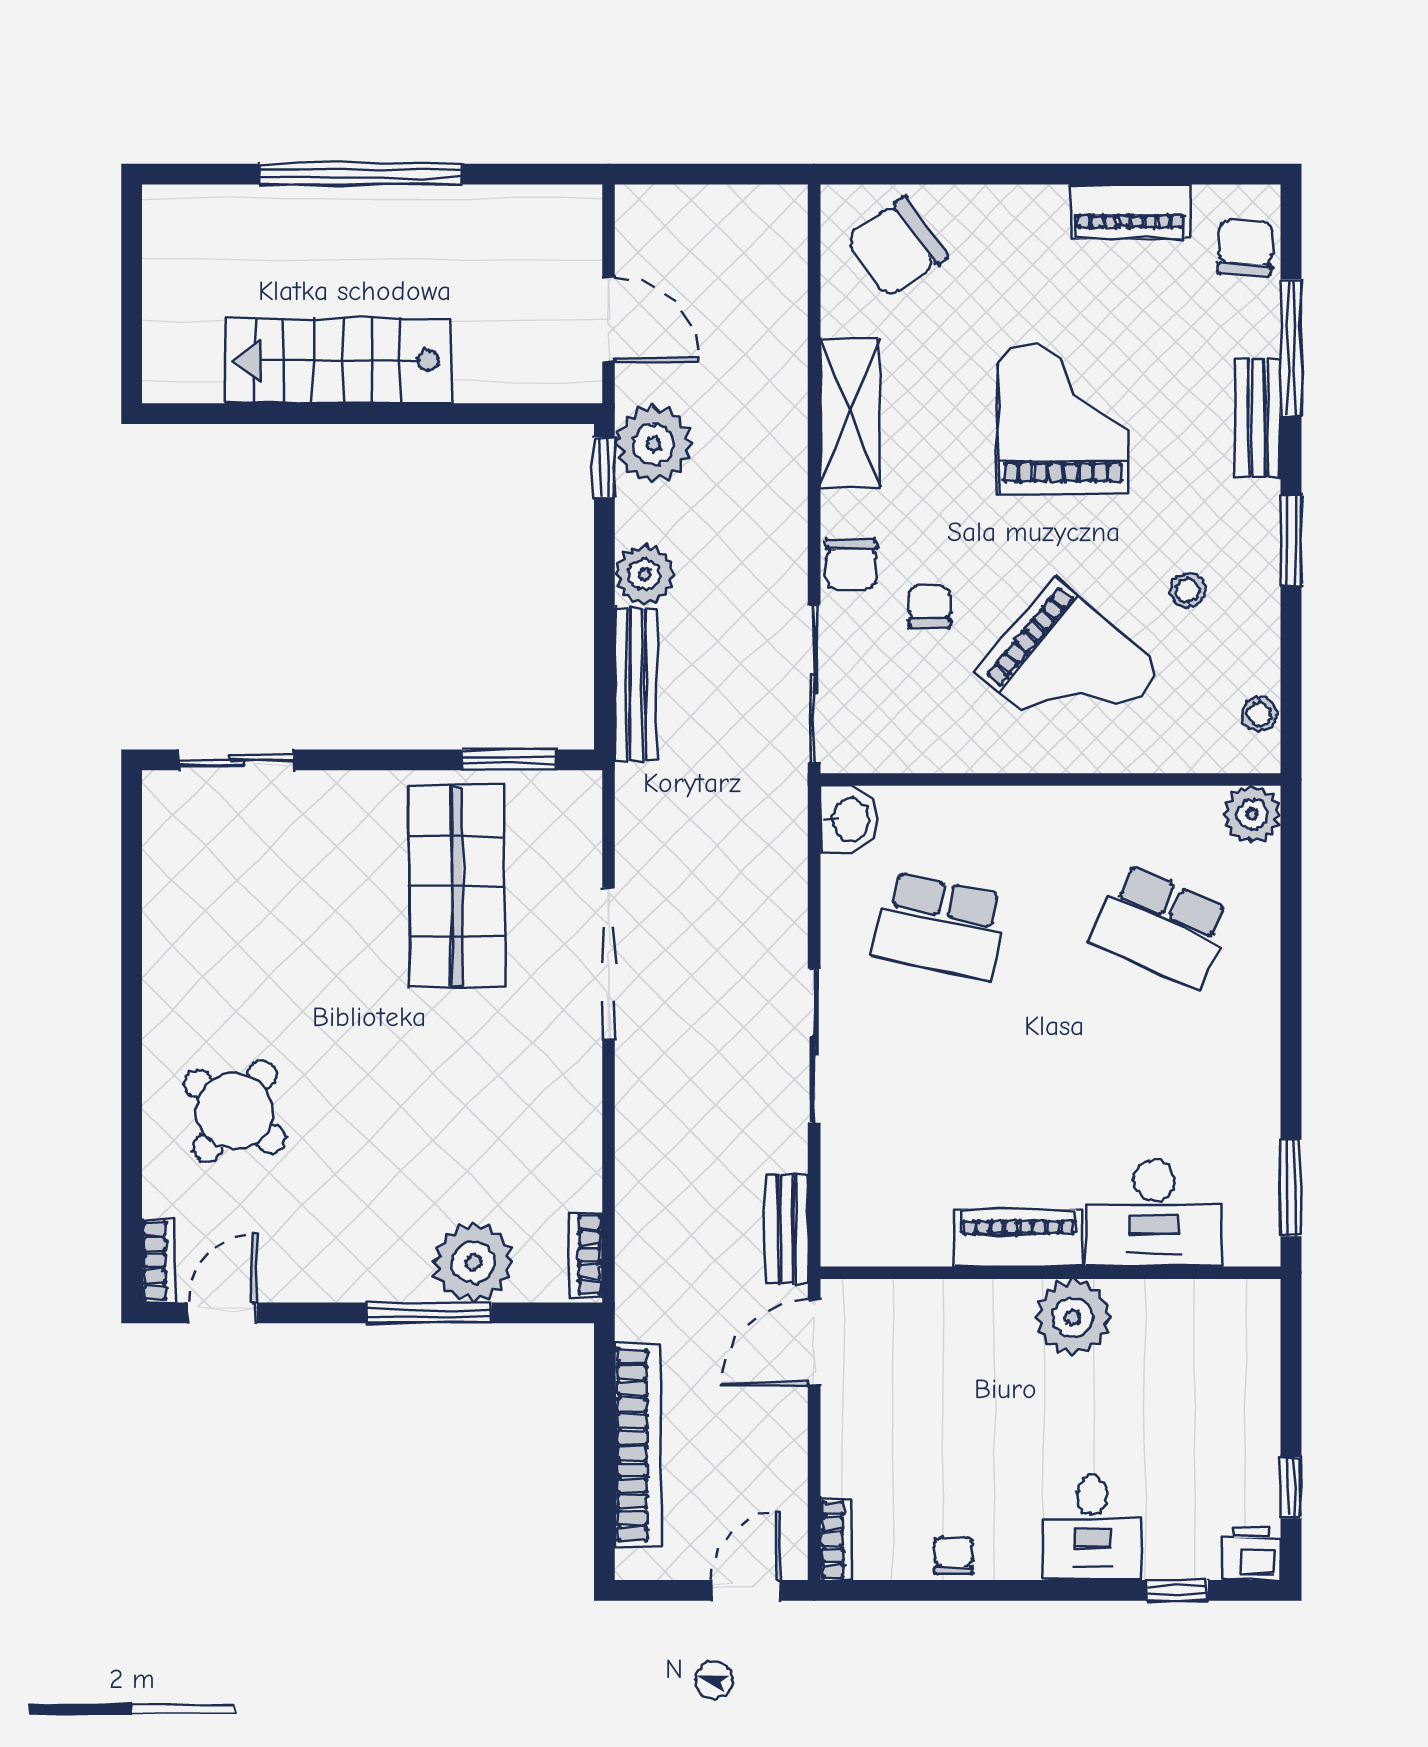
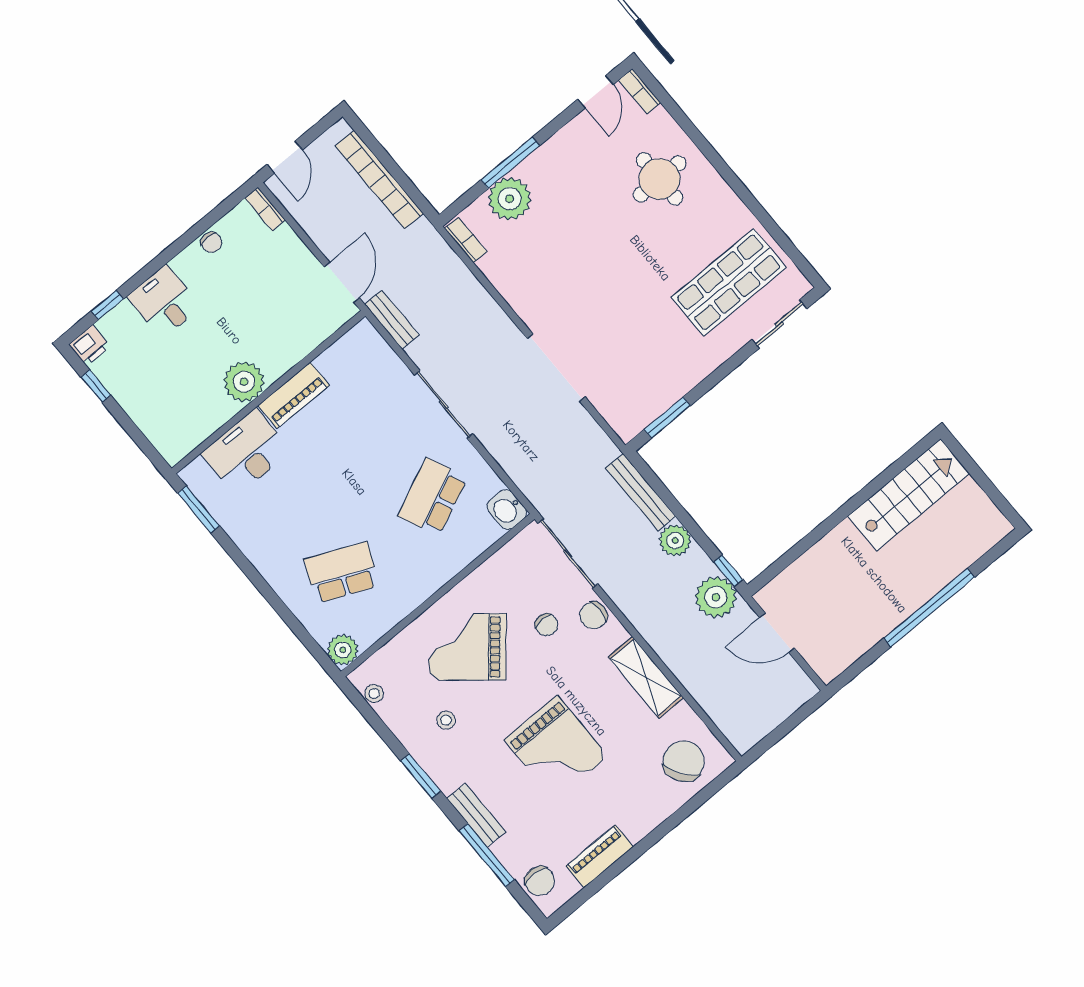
stairs: (338, 361) -> (909, 495), moved
chair: (851, 564) -> (594, 615), turned -90
shop shelf: (456, 886) -> (729, 282), moved, turned 90
school desk: (940, 927) -> (433, 497), turned -36
round table: (235, 1111) -> (660, 179), turned -37

